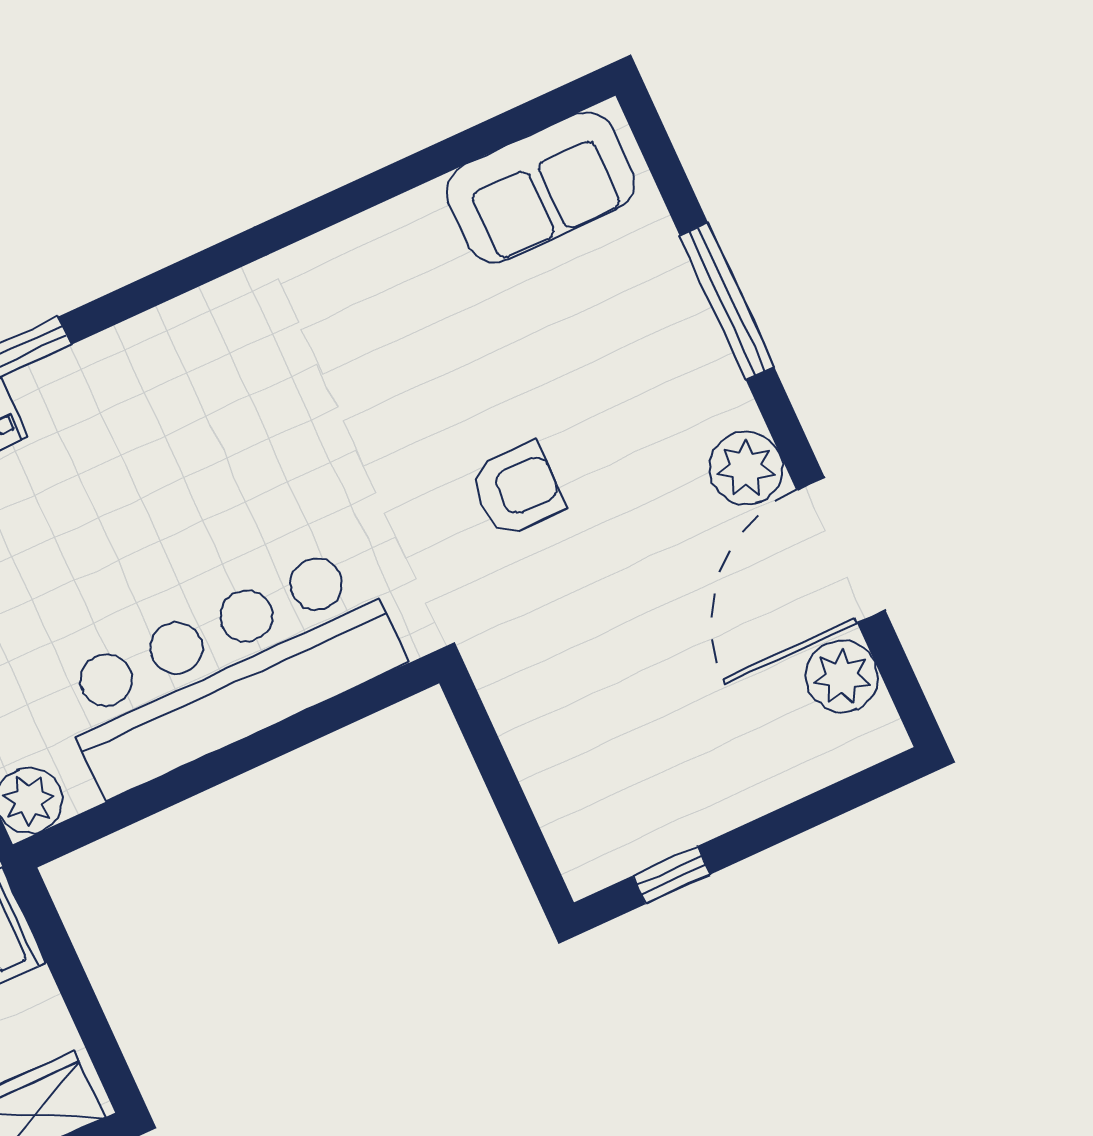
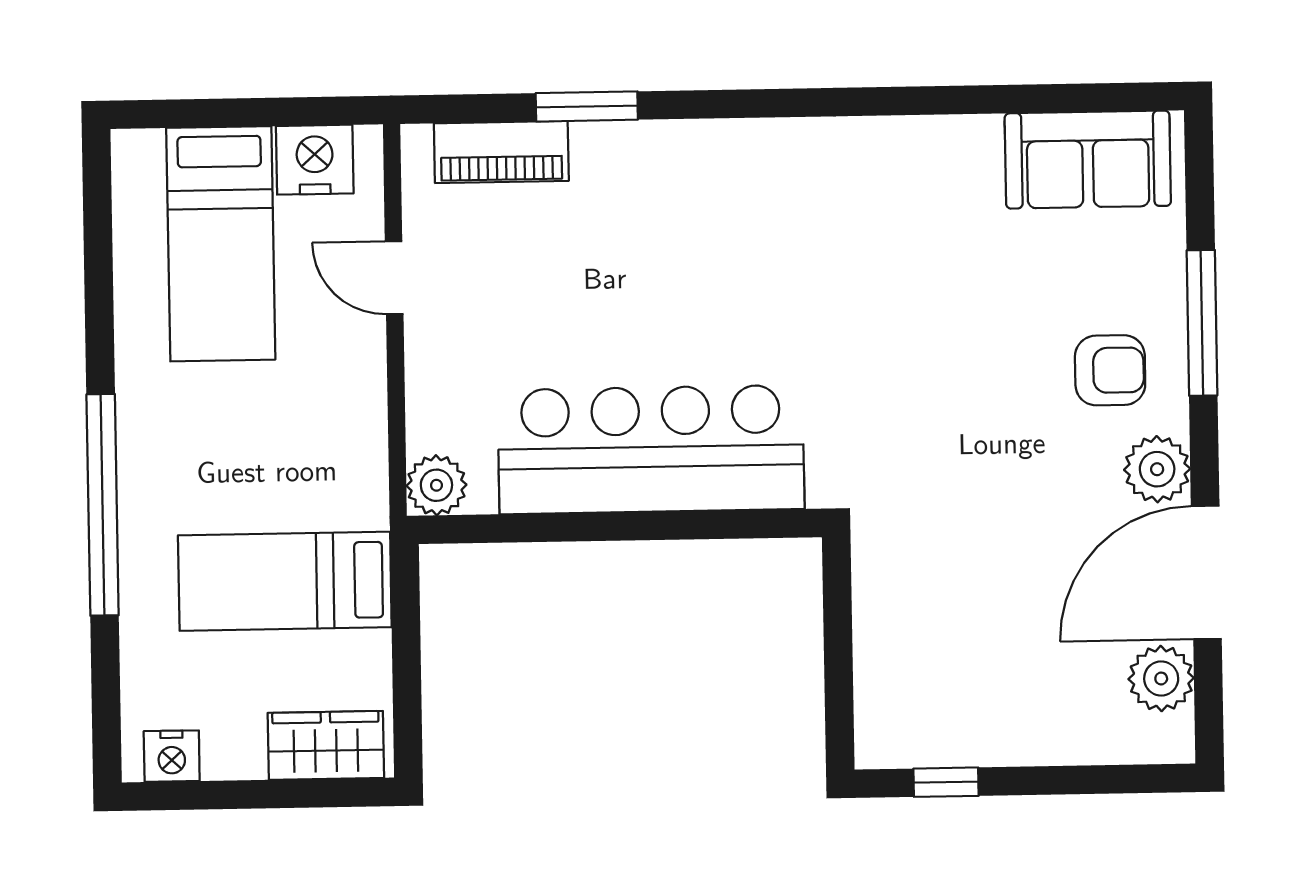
armchair: (517, 490) -> (1110, 370), moved

